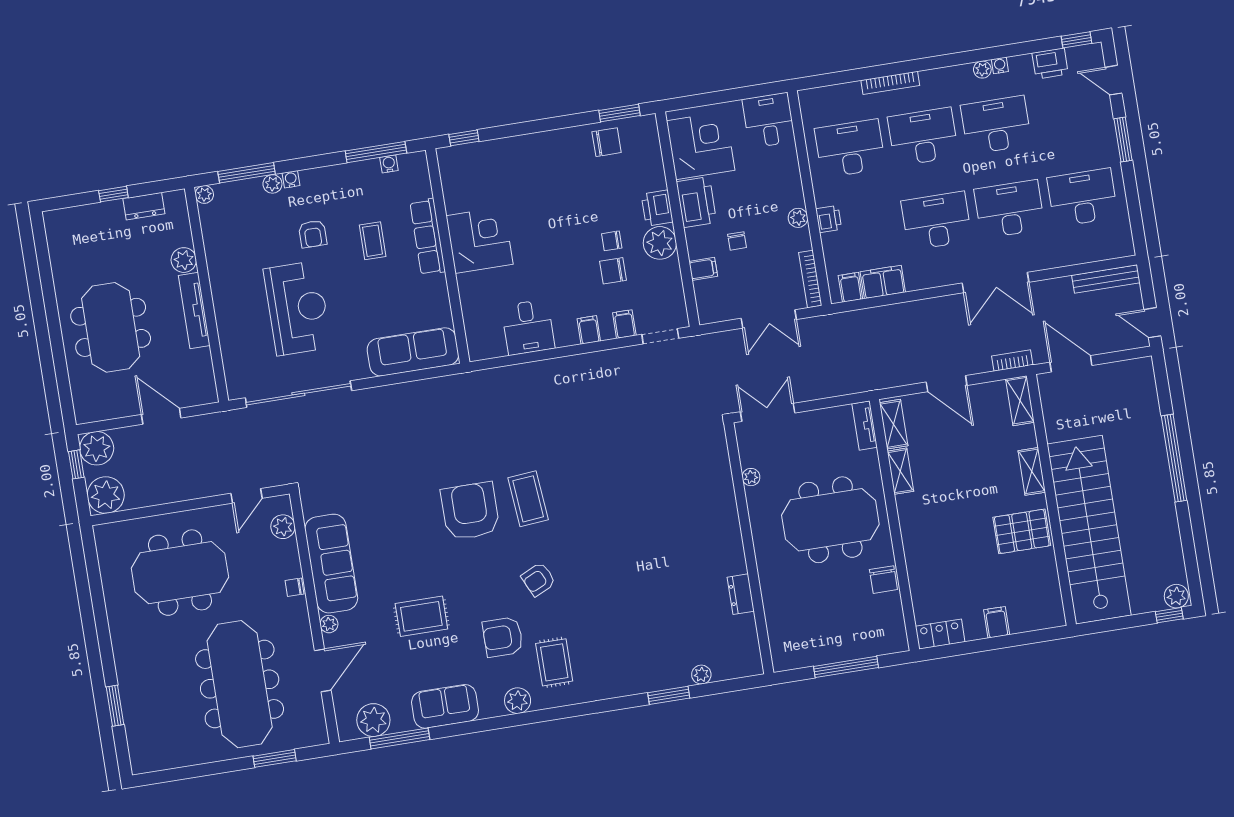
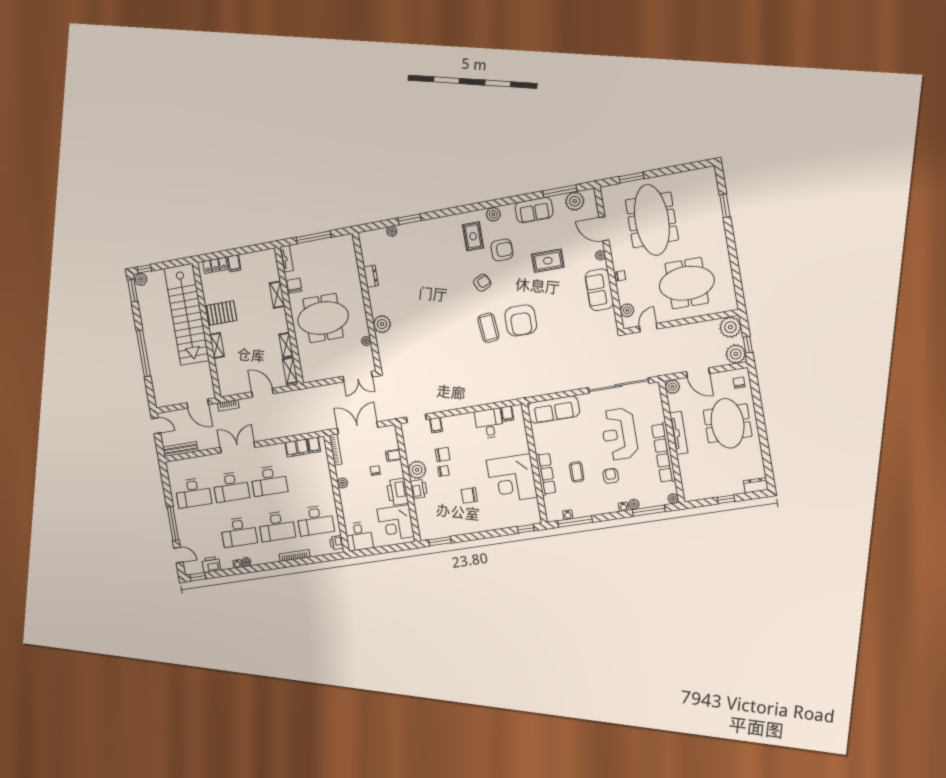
window: (1123, 139) -> (173, 523), width x1.44
chair: (607, 142) -> (469, 495), moved
dresser: (144, 206) -> (756, 485), moved
printer: (829, 219) -> (337, 543), moved
corner desk: (480, 240) -> (512, 479), width x1.36, depth x1.36
plant: (184, 260) -> (673, 387), moved
row of seats: (221, 275) -> (663, 453), added
double door: (769, 319) -> (358, 428), width x1.37
filing cabinet: (589, 330) -> (507, 414), moved
chair: (91, 398) -> (739, 383), added
shelving: (1020, 401) -> (277, 295), moved
tv unit: (865, 425) -> (287, 259), moved
plant: (721, 507) -> (382, 324), added
sofa: (331, 564) -> (599, 290), width x0.73
window: (1193, 575) -> (133, 291), added
locker: (940, 634) -> (215, 265), moved
door: (323, 670) -> (604, 229), hinge flipped

